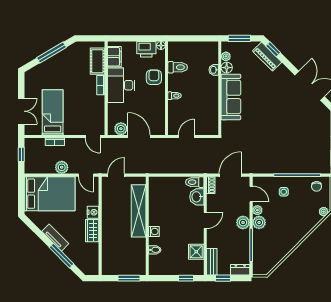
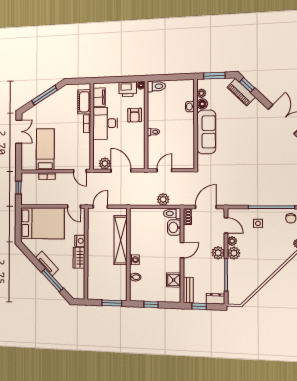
toilet: (178, 67) -> (156, 86), moved
armchair: (154, 77) -> (135, 115), turned 180
double door: (21, 111) -> (19, 132), moved
plant: (62, 167) -> (163, 199), moved
window: (186, 278) -> (151, 304), moved

